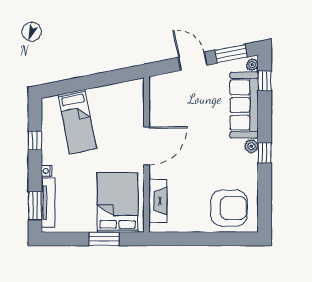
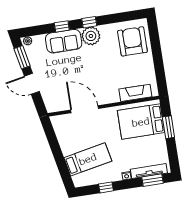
door: (193, 61) -> (32, 84), hinge flipped
window: (265, 81) -> (62, 26), moved
sofa: (244, 105) -> (64, 41), width x0.73
door: (147, 146) -> (85, 109), moved
plant: (251, 146) -> (91, 36), width x1.88, depth x1.88

